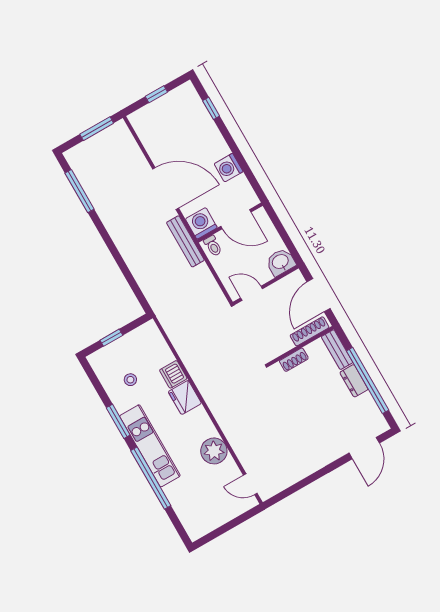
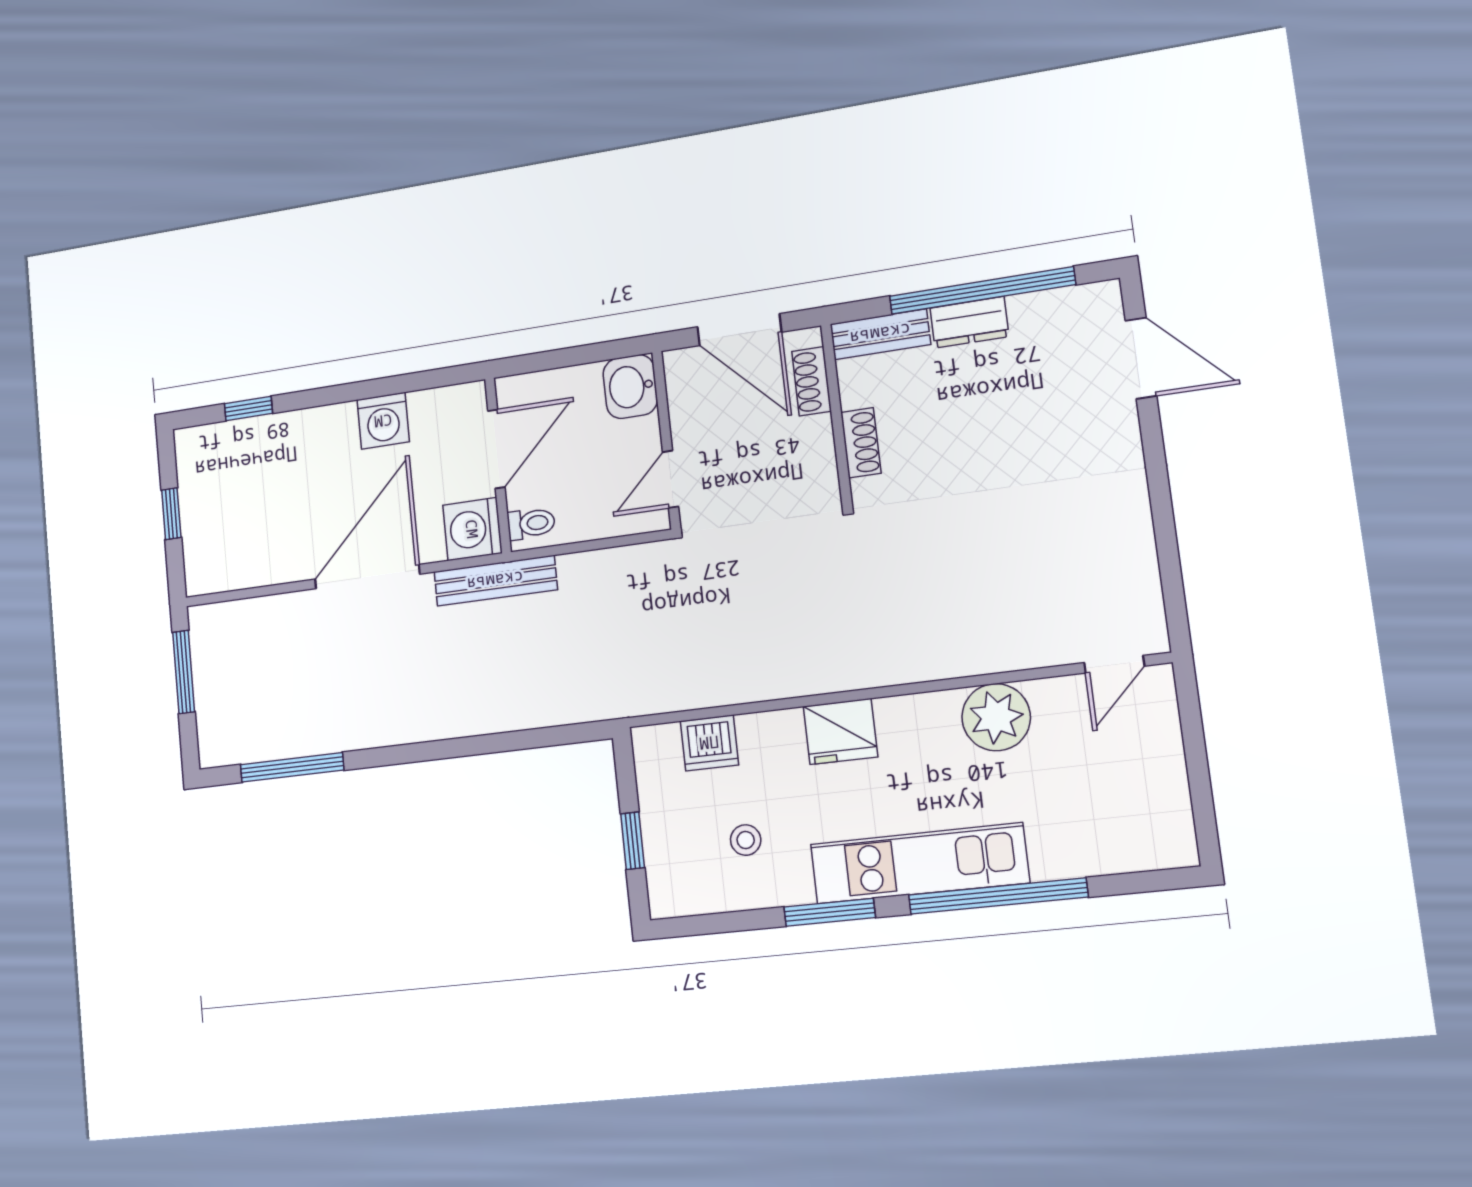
shoe rack: (310, 331) -> (812, 381), width x0.70
dishwasher: (173, 374) -> (709, 743), moved

